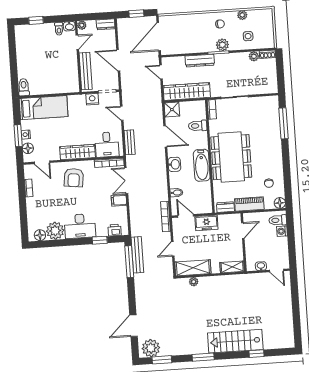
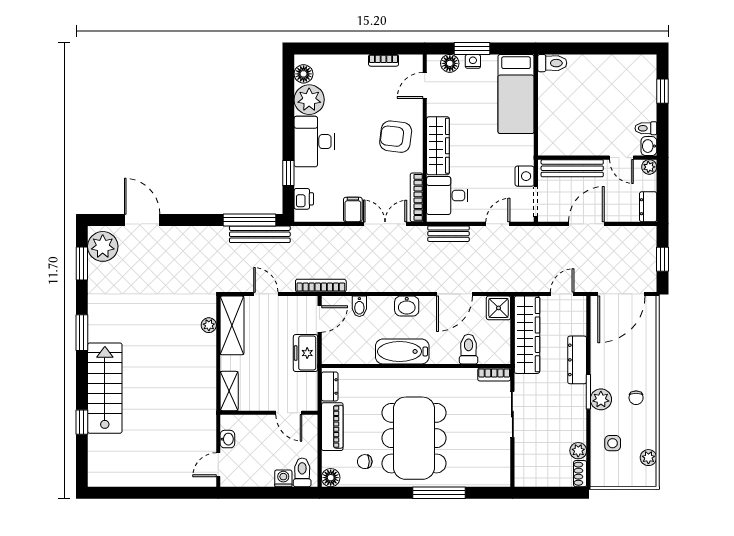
plant: (242, 15) -> (648, 458), moved
door: (159, 37) -> (621, 294), swing flipped
window: (284, 123) -> (439, 493), moved
dining table: (231, 157) -> (414, 438), moved, turned 90

